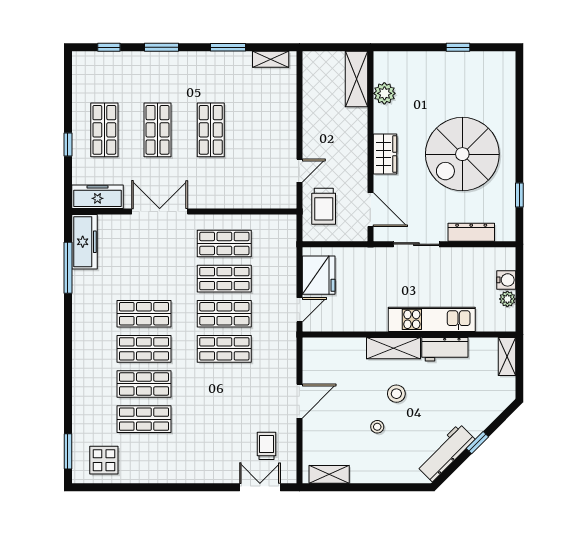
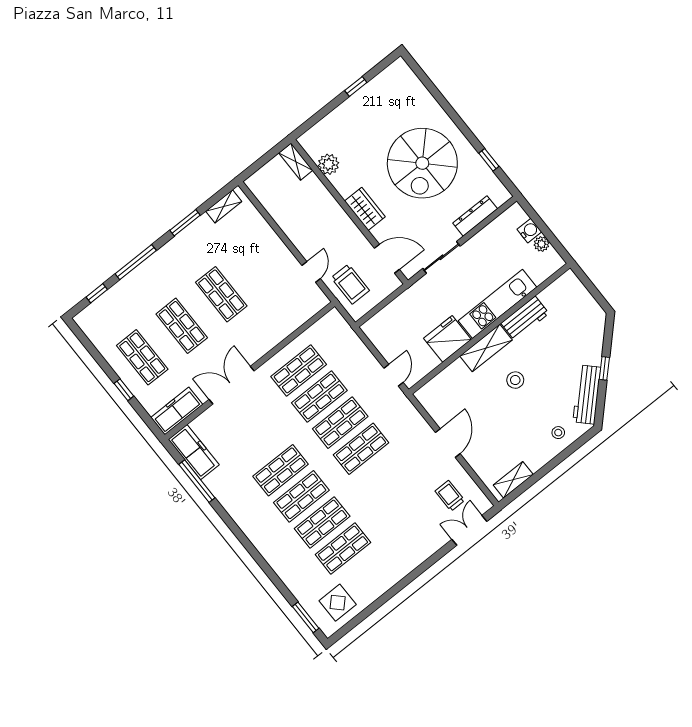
window: (161, 47) -> (136, 262), width x1.44
shelving: (356, 79) -> (296, 162), width x0.67, depth x0.75
fridge: (319, 275) -> (447, 339), moved, turned -90
shelving: (507, 356) -> (575, 287), removed
stool: (377, 427) -> (558, 433), moved

